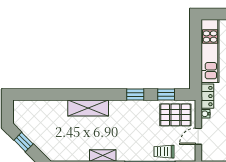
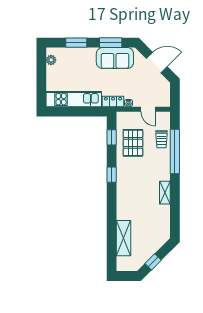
window: (135, 95) -> (112, 175), moved
shelving: (88, 108) -> (124, 238), moved
pallet: (175, 115) -> (133, 143), moved

